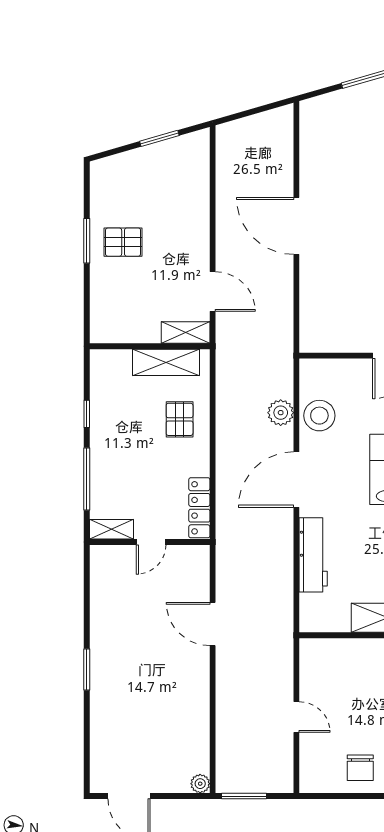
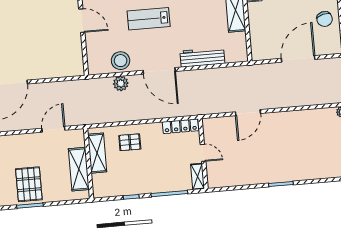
pallet: (123, 242) -> (29, 184), width x1.50, depth x1.42
shelving: (186, 333) -> (79, 169), moved, width x1.50, depth x1.33
door: (296, 717) -> (298, 59), width x1.88
chair: (360, 768) -> (325, 19), turned 75

